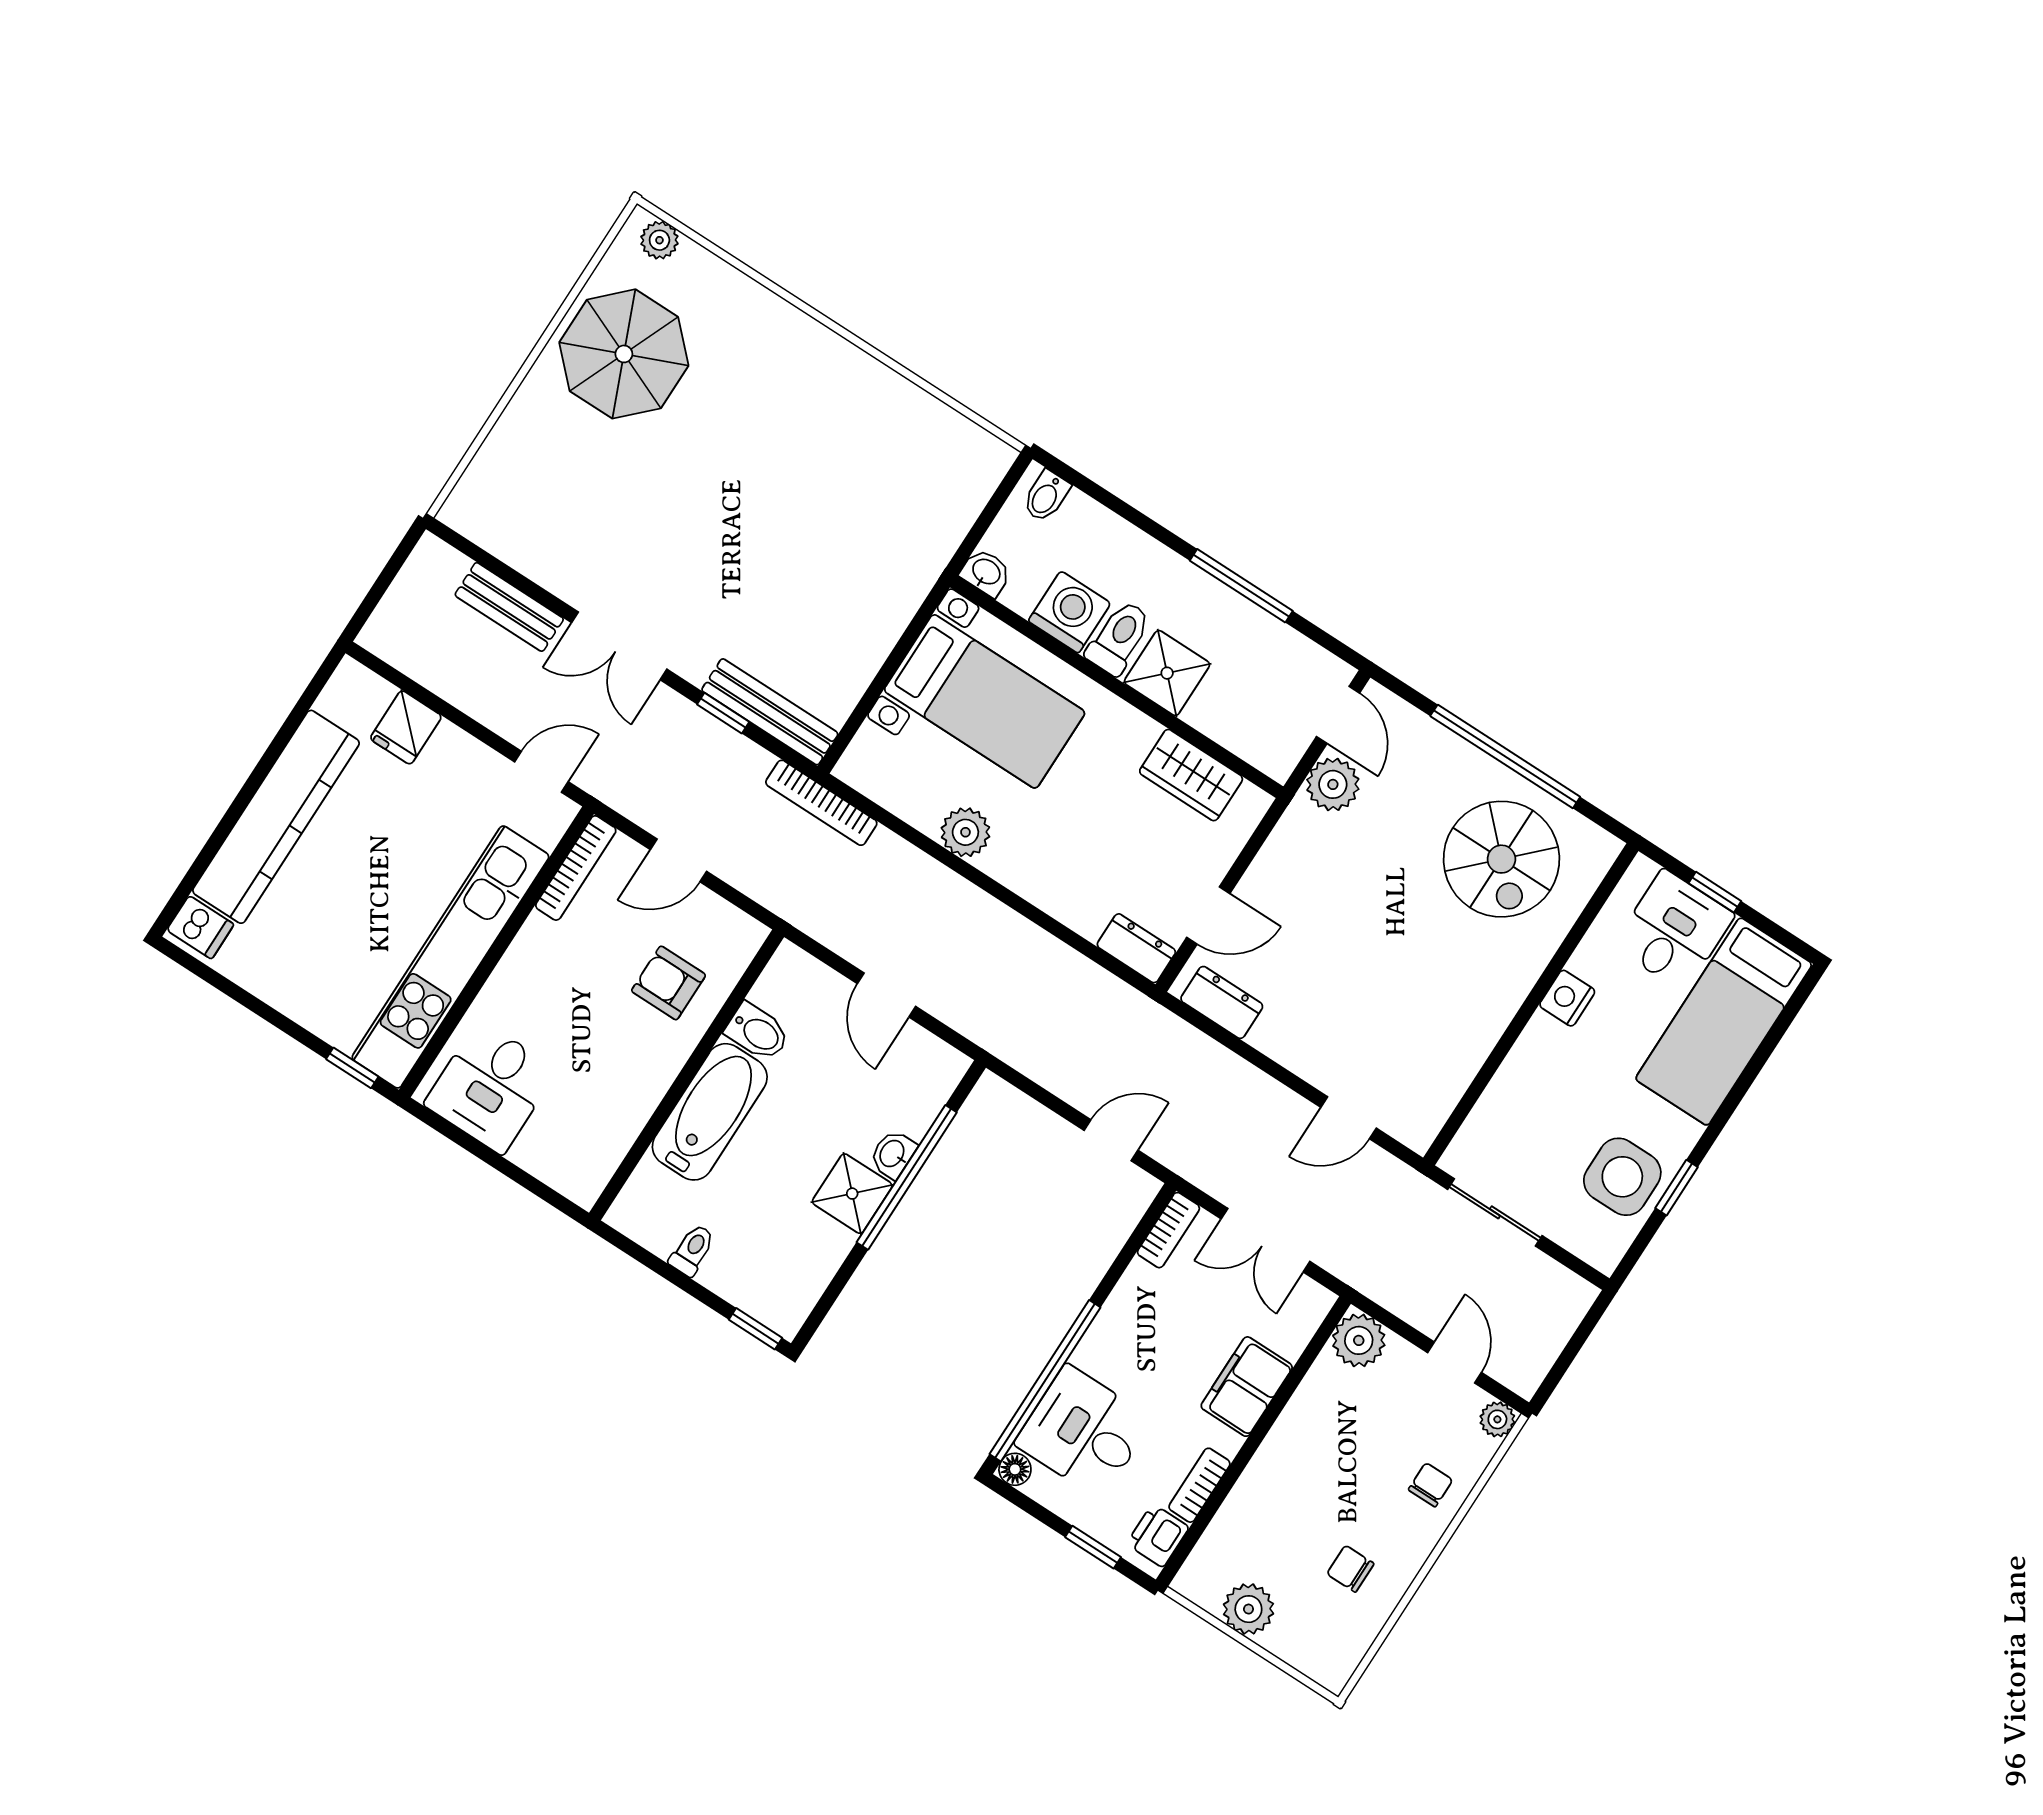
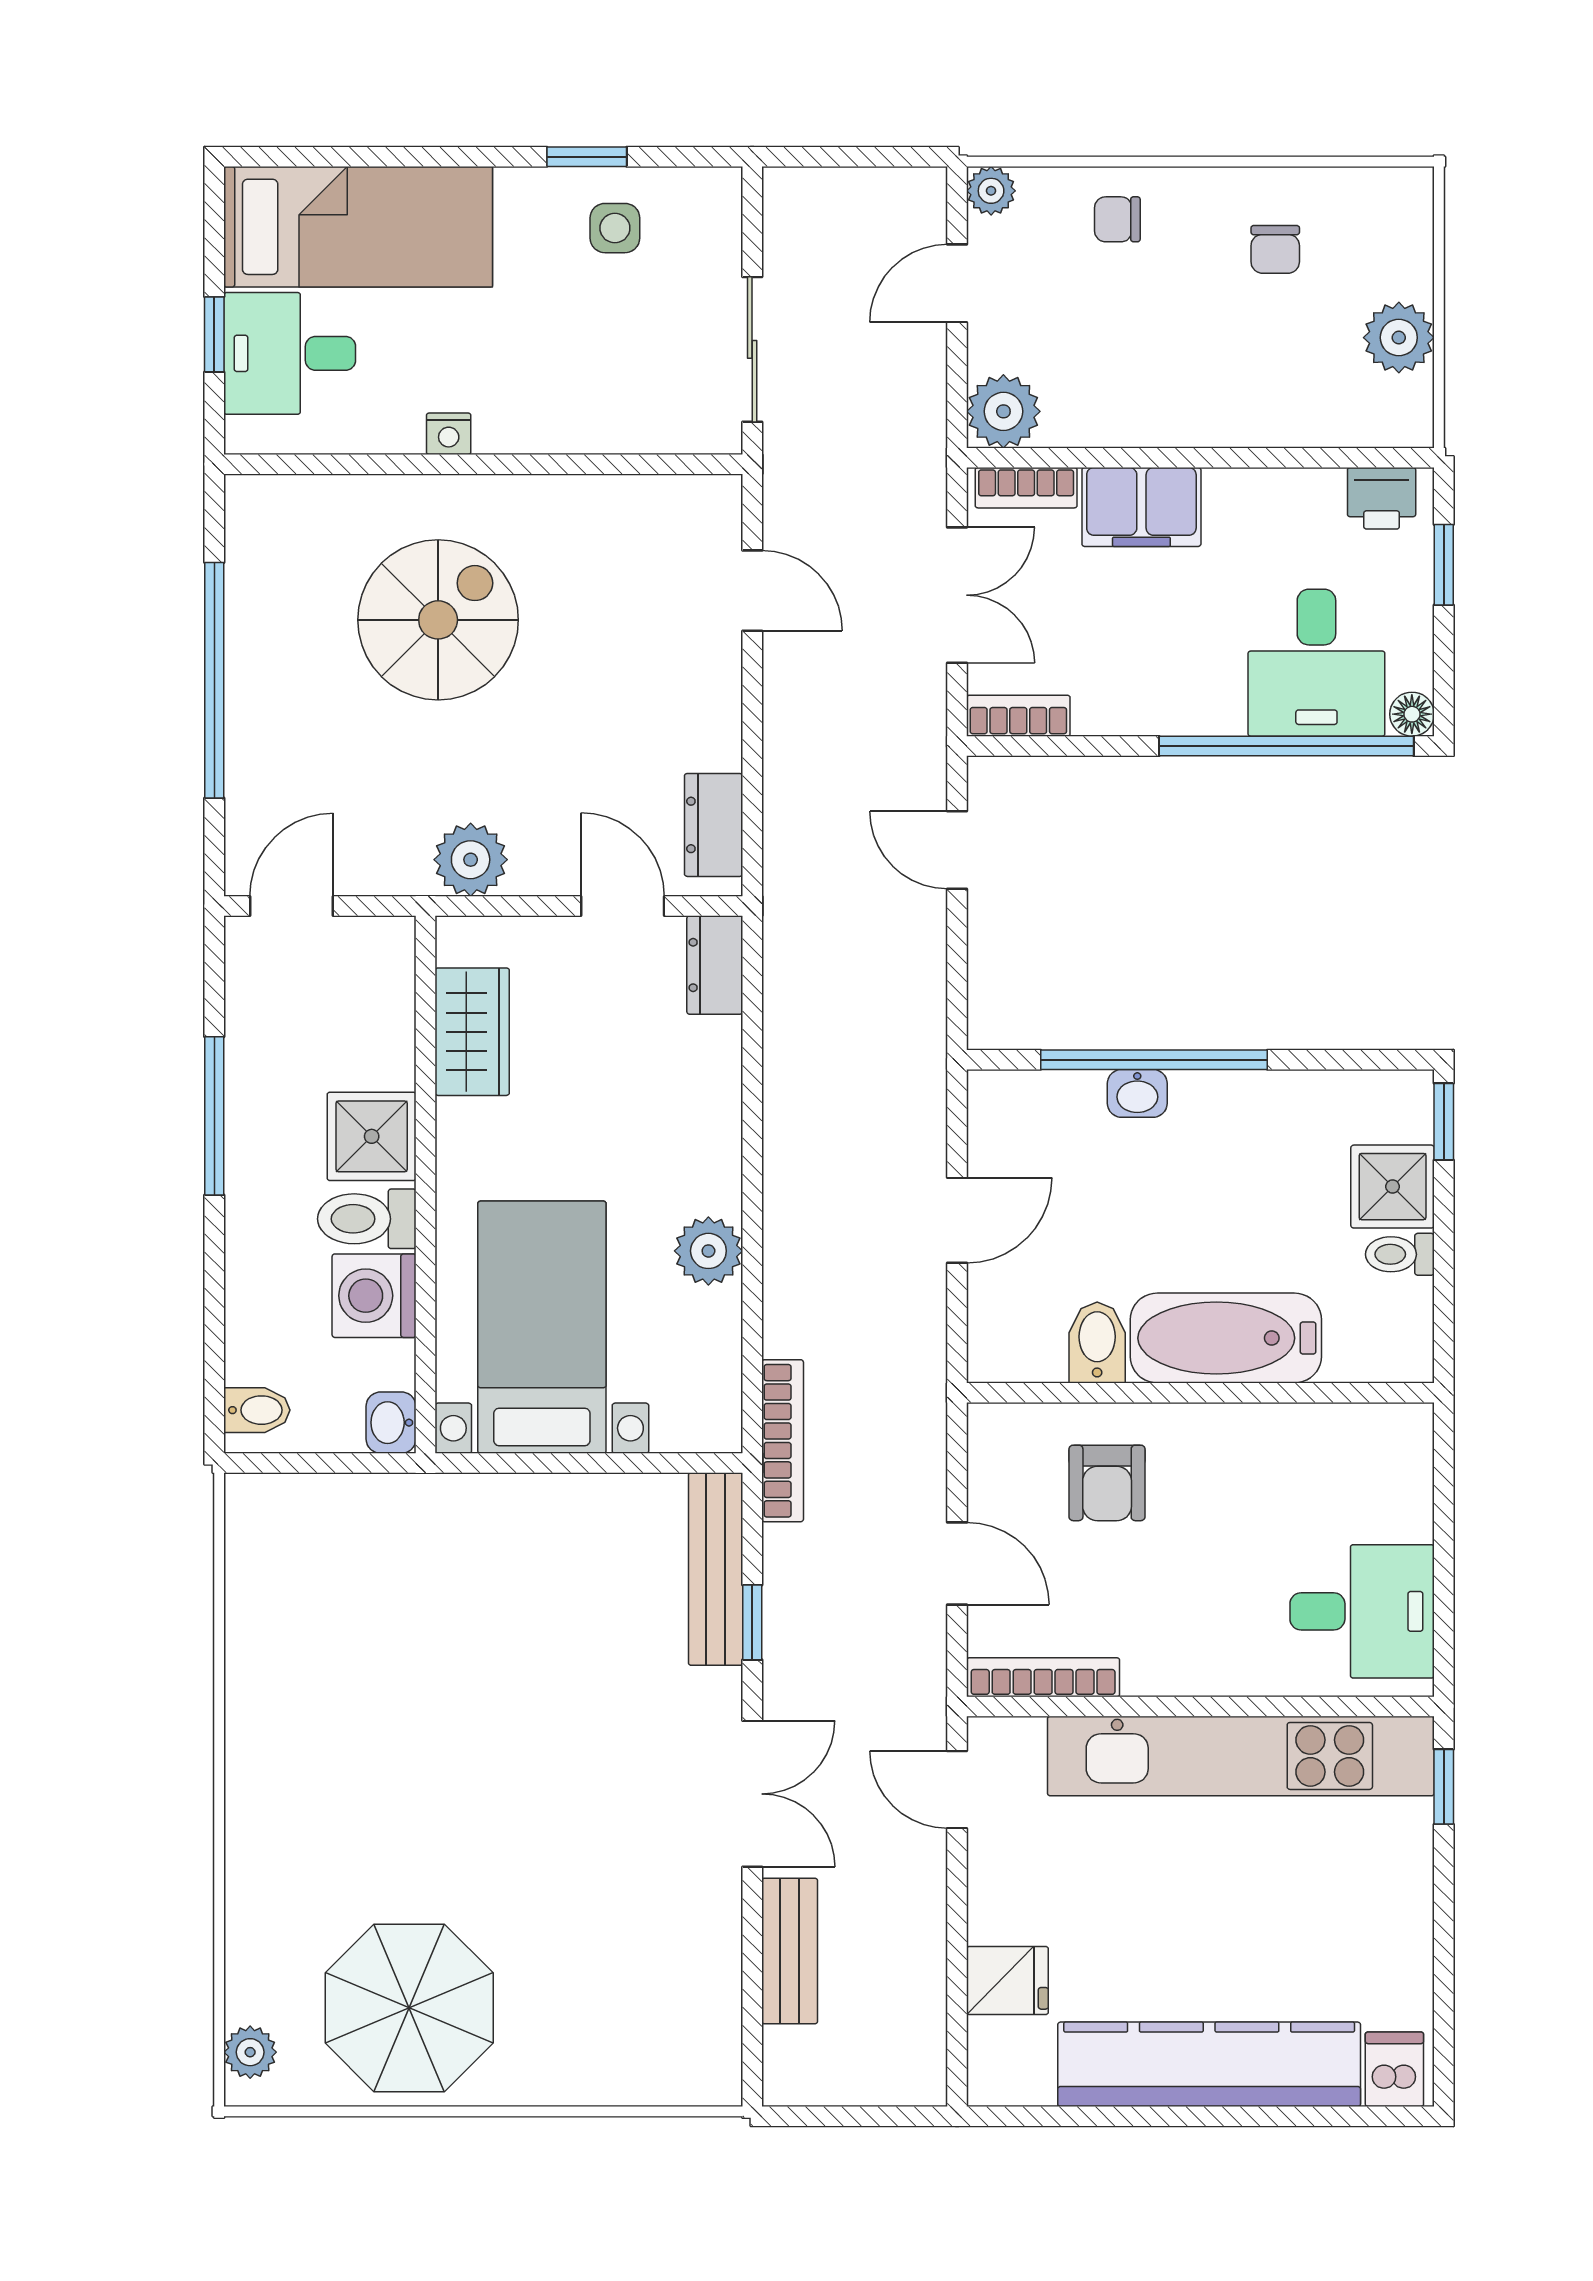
plant: (1333, 784) -> (471, 860), moved
spiral stairs: (1501, 859) -> (438, 620), moved
nightstand: (1567, 998) -> (449, 434), width x0.72, depth x0.74
side table: (1622, 1177) -> (615, 228), width x0.54, depth x0.54
shower: (852, 1194) -> (1393, 1187), moved
bookcase: (1199, 1485) -> (1026, 488), moved

